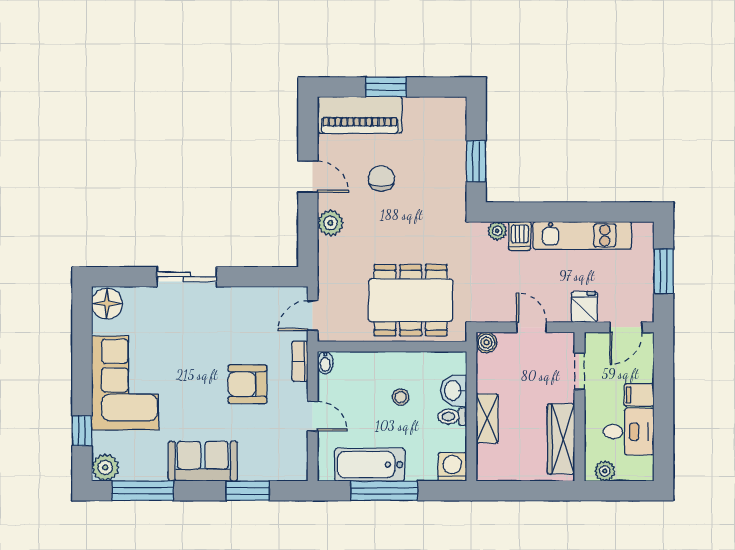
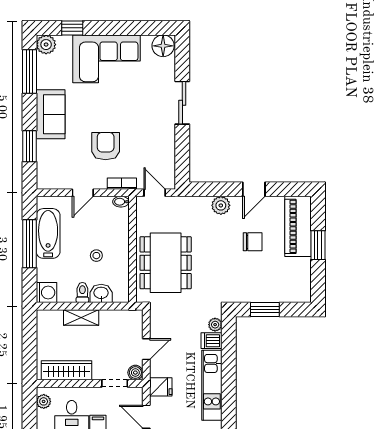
boiler: (486, 342) -> (135, 373), moved

